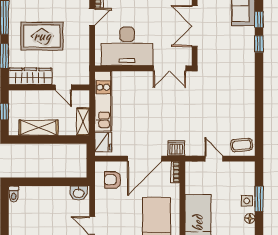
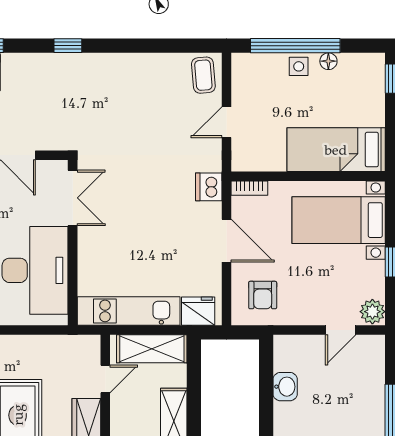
window: (259, 44) -> (68, 46), moved
shelving: (83, 122) -> (152, 349), width x1.50, depth x1.33
door: (145, 159) -> (226, 241), width x0.73
washbasin: (79, 193) -> (285, 387), moved
window: (259, 199) -> (295, 46), width x2.11

